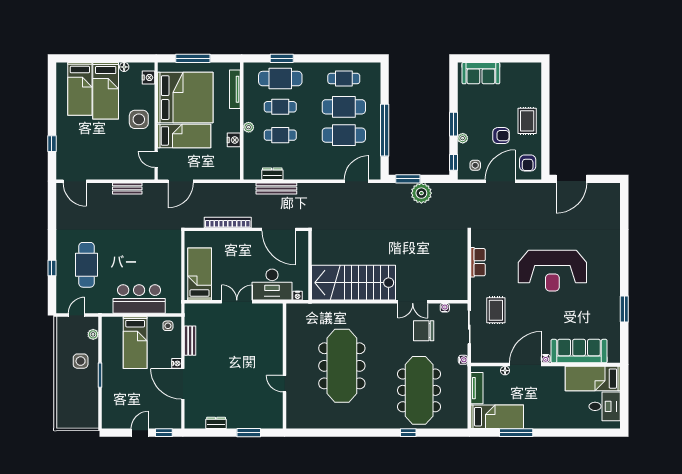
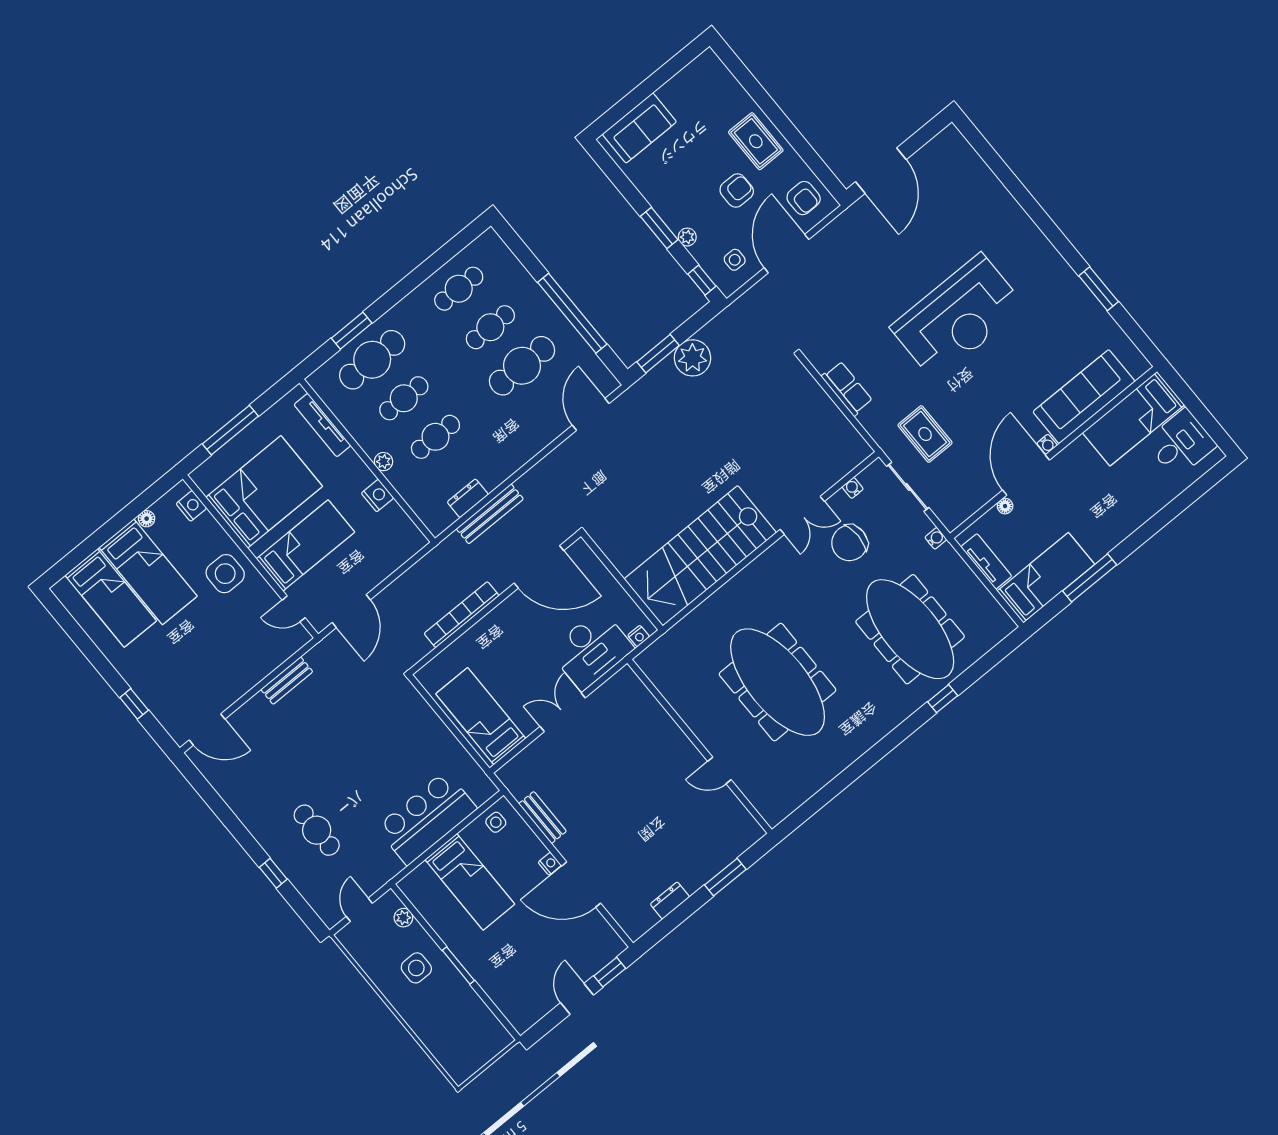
bed: (185, 98) -> (264, 492), width x0.73
cafe table: (344, 107) -> (490, 327), width x0.73, depth x0.74
cafe table: (87, 265) -> (317, 830), width x0.73, depth x0.74

